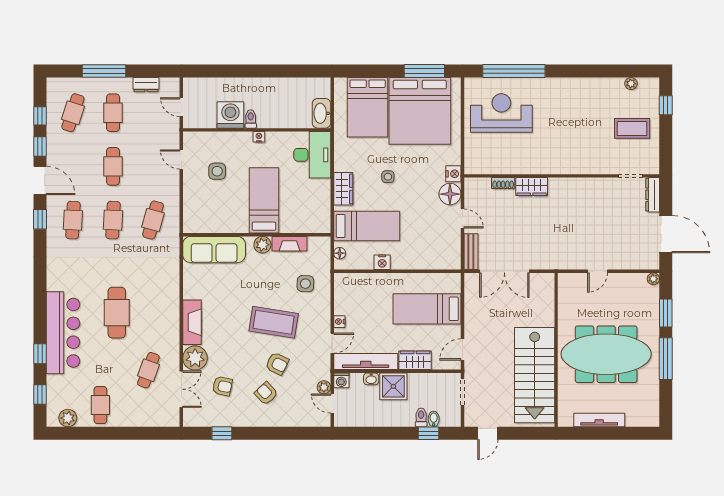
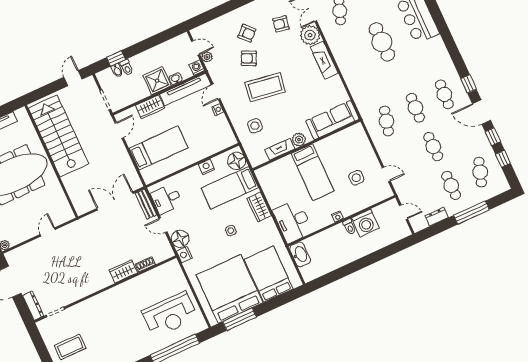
desk: (445, 246) -> (167, 199), added
floor lamp: (340, 253) -> (237, 161), width x1.89, depth x1.89

